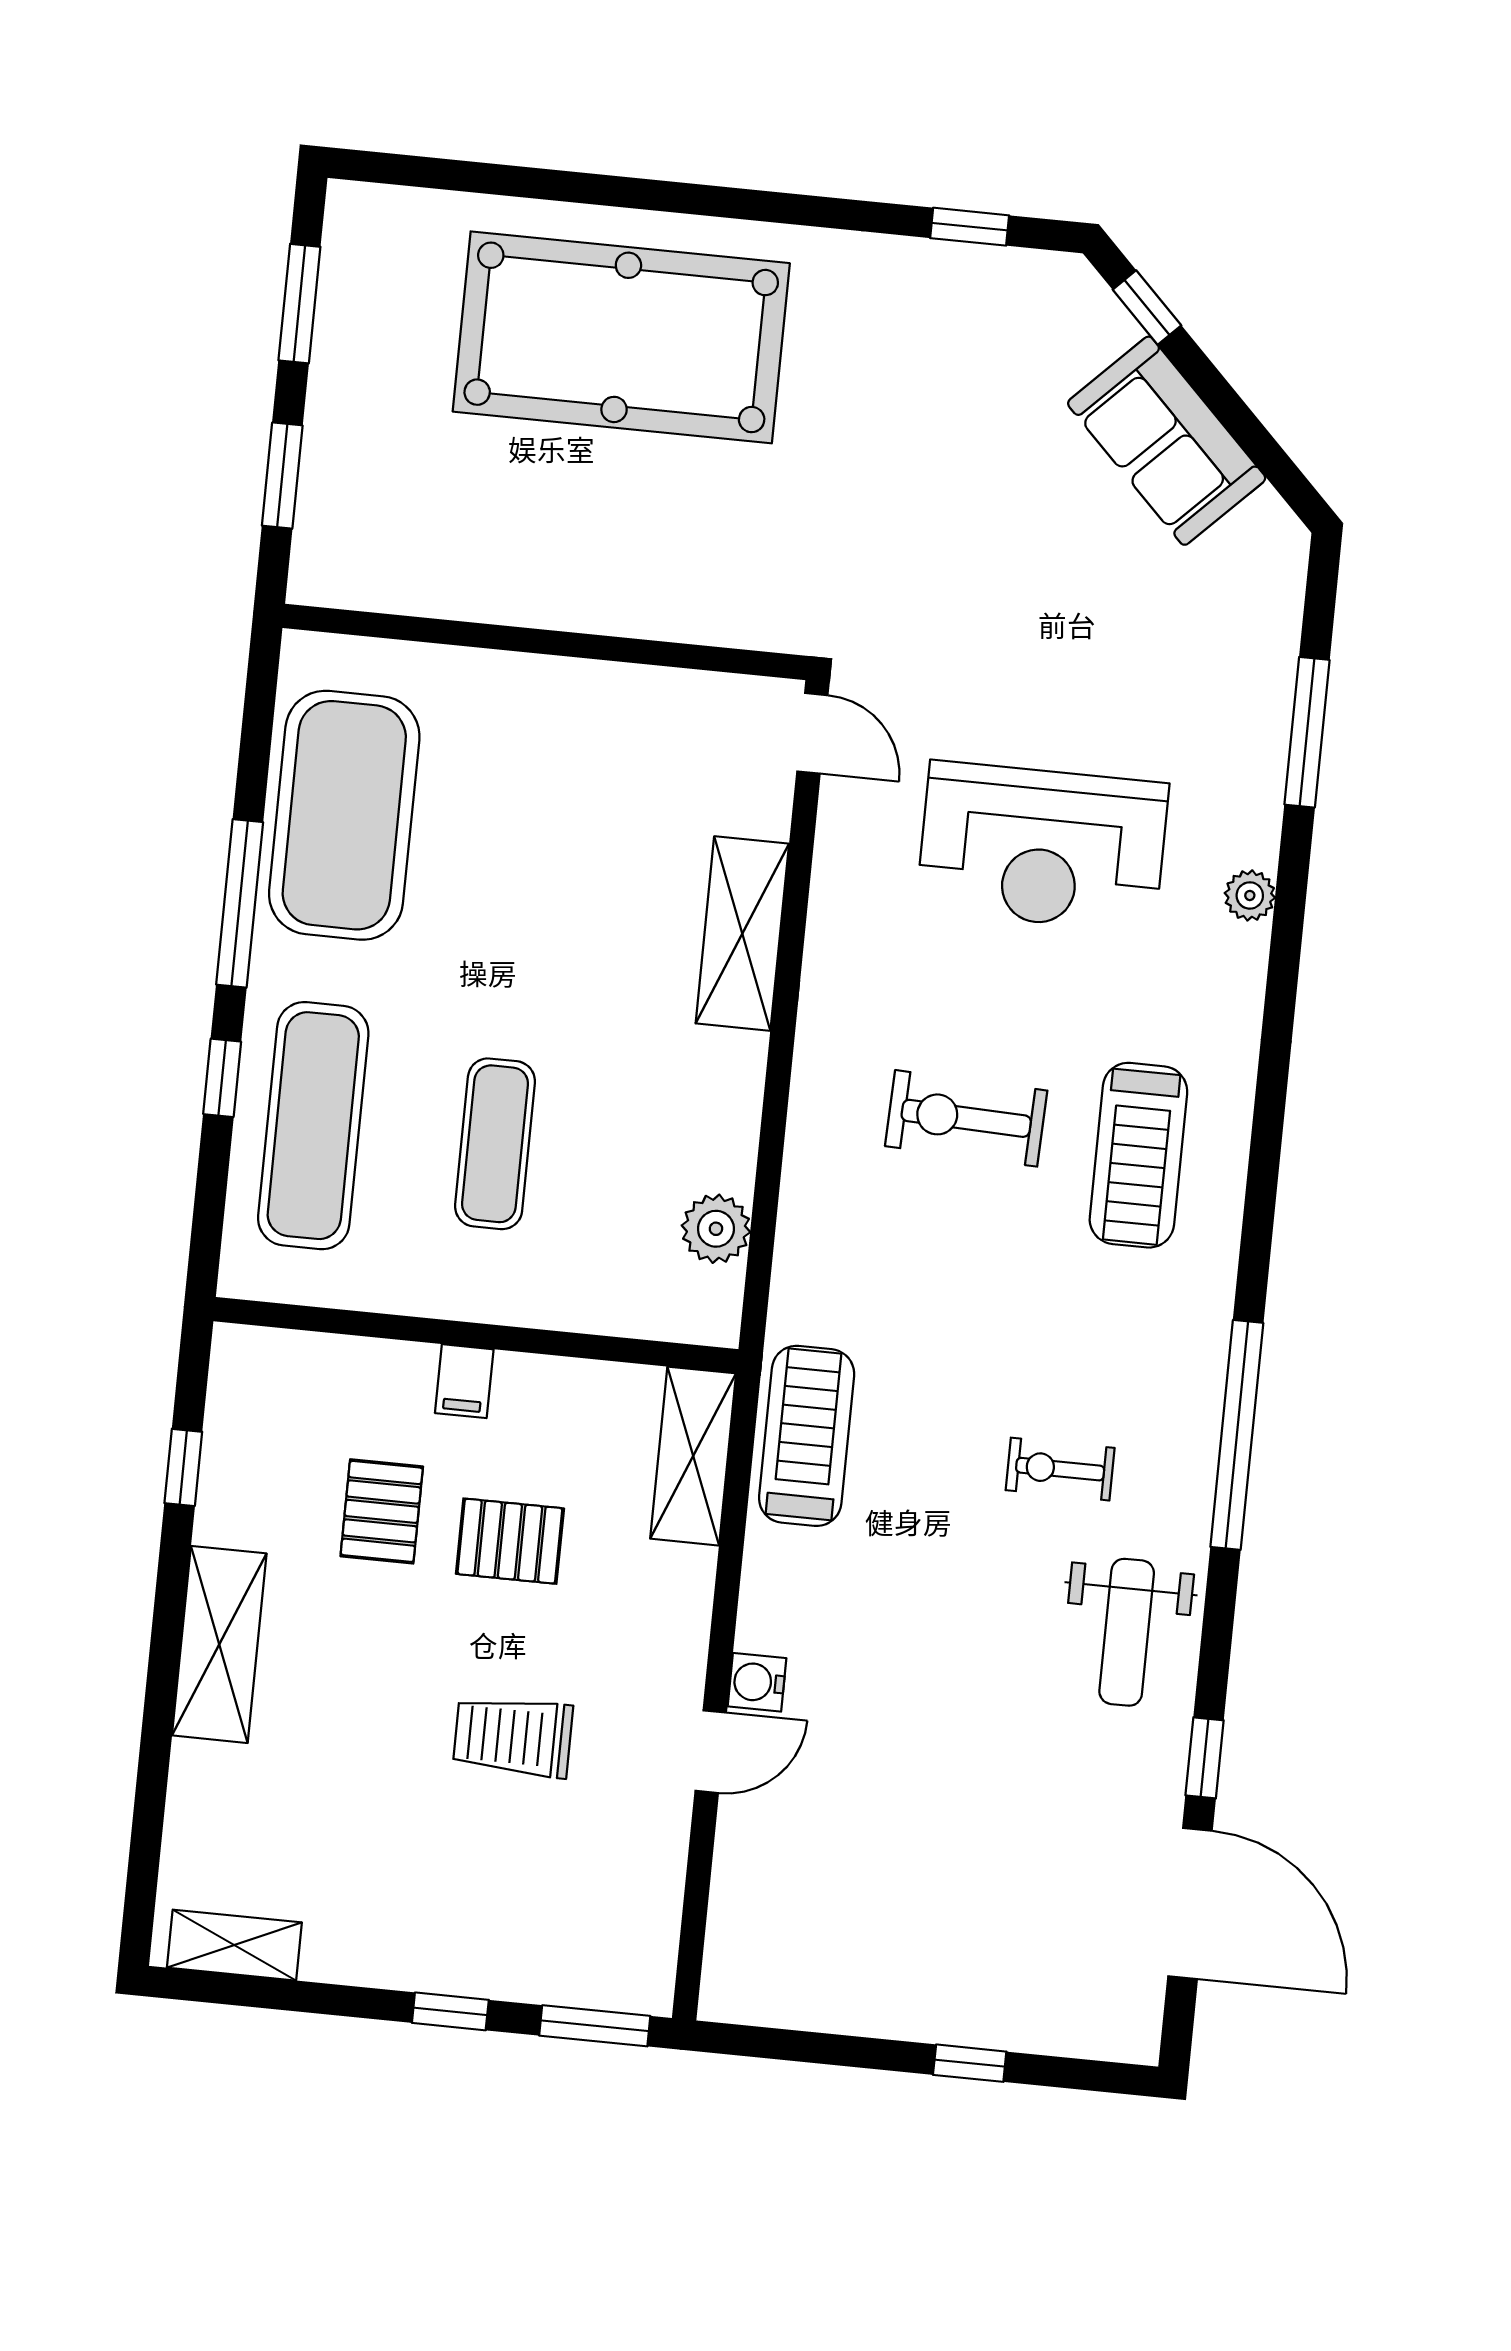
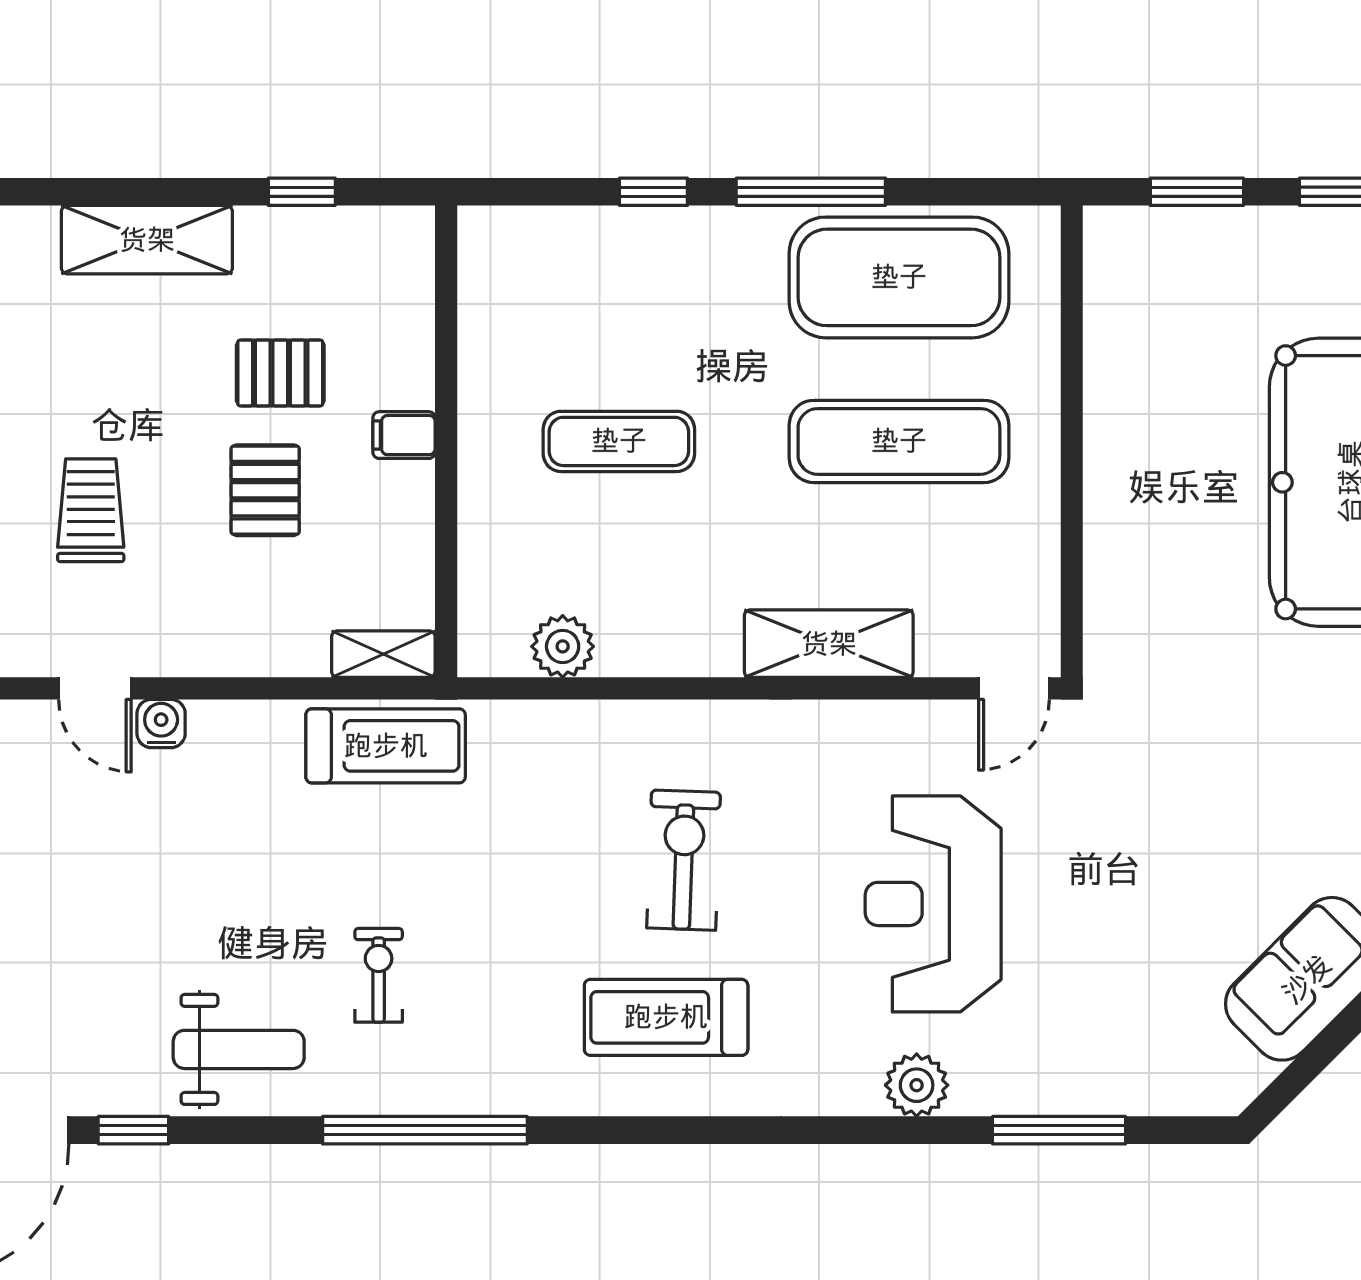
plant: (1250, 895) -> (917, 1085), width x1.38, depth x1.38
exercise mat: (313, 1126) -> (899, 441), moved
shelving: (693, 1456) -> (383, 654), width x0.67, depth x0.75
weight bench: (1127, 1632) -> (239, 1049), turned 180

